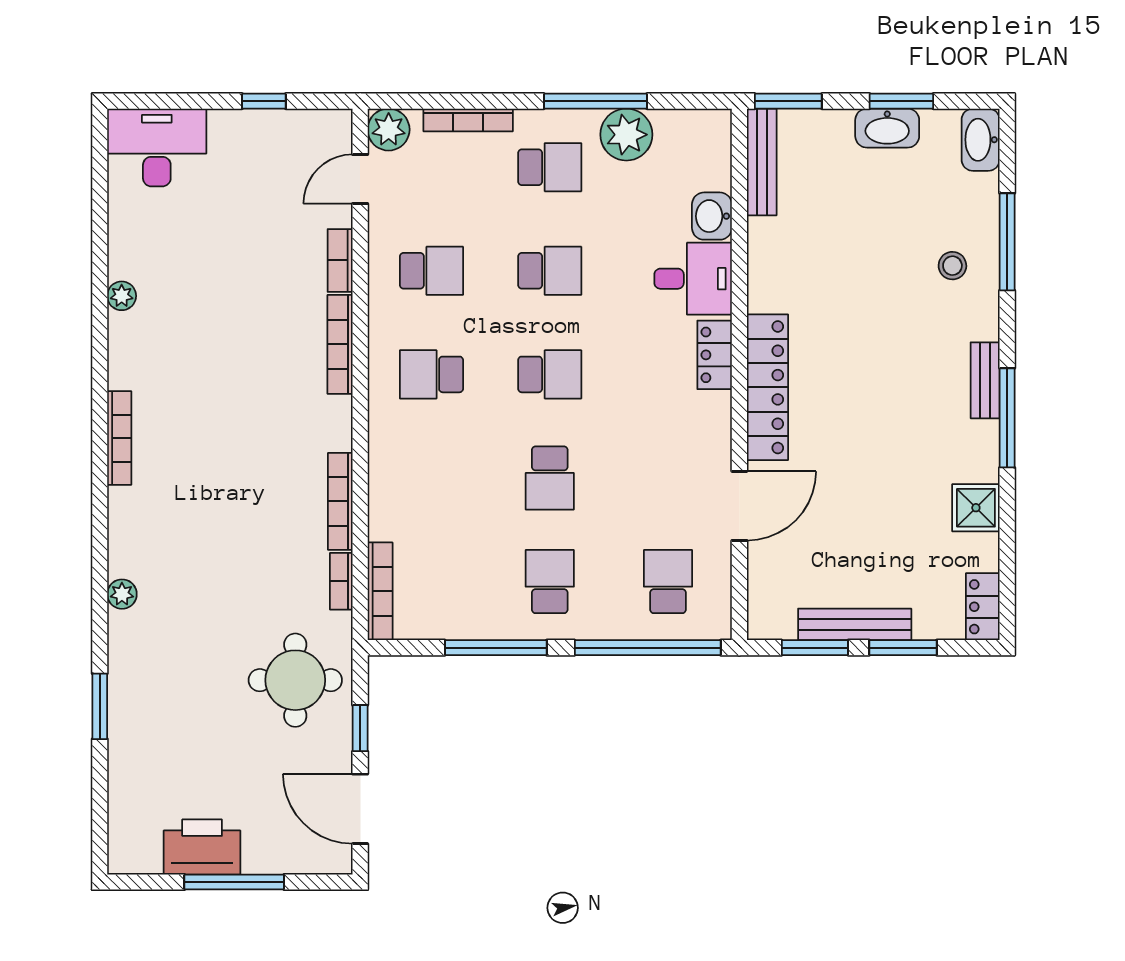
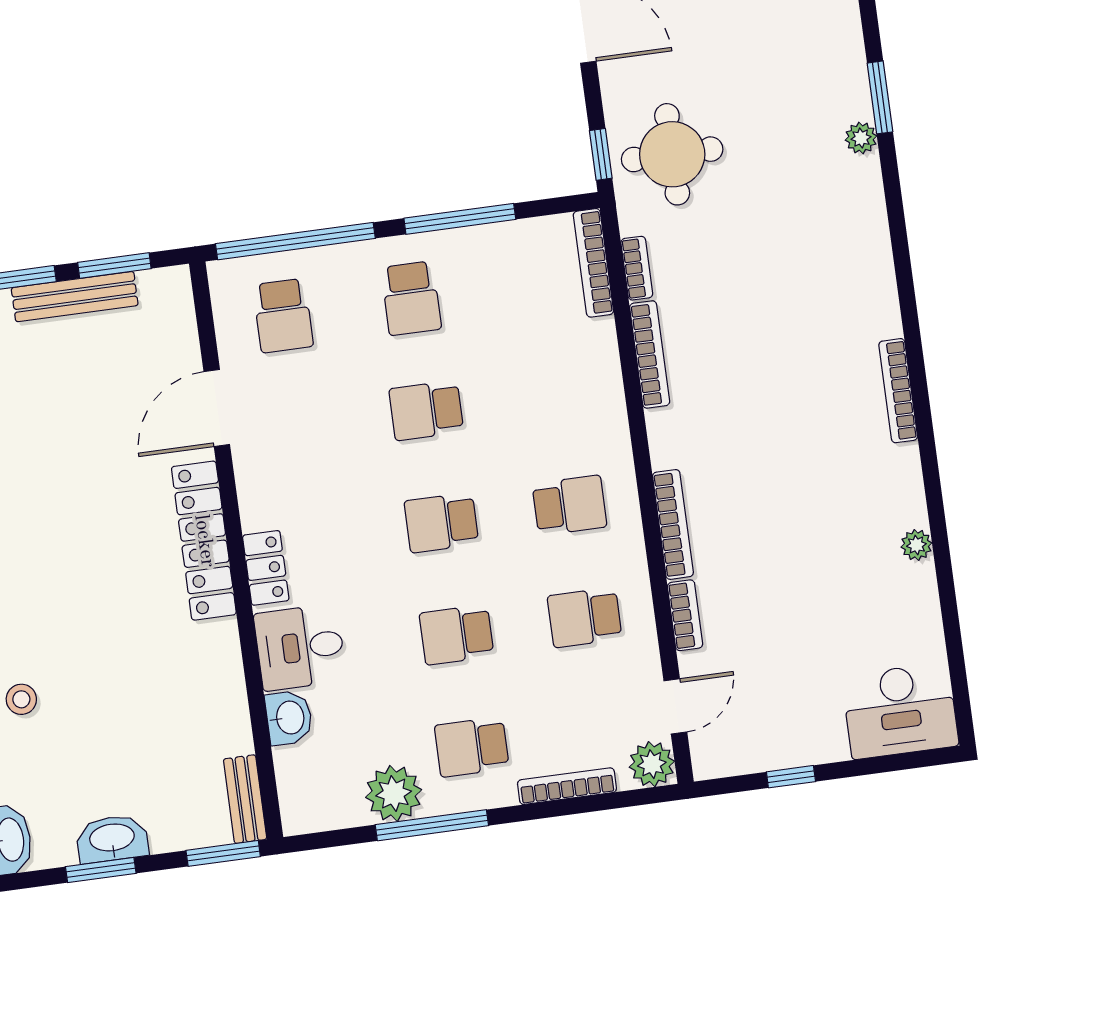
bench: (762, 162) -> (245, 799), width x0.73
school desk: (550, 478) -> (426, 410), turned -90
plant: (122, 594) -> (861, 138), moved
window: (360, 728) -> (601, 154), moved

